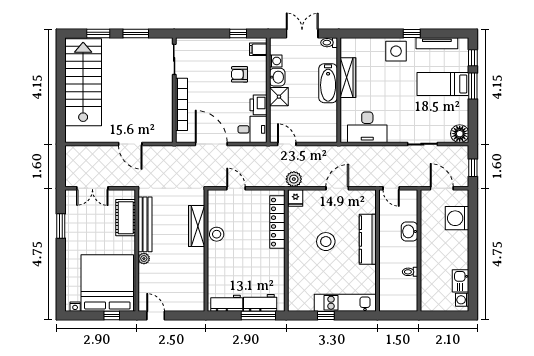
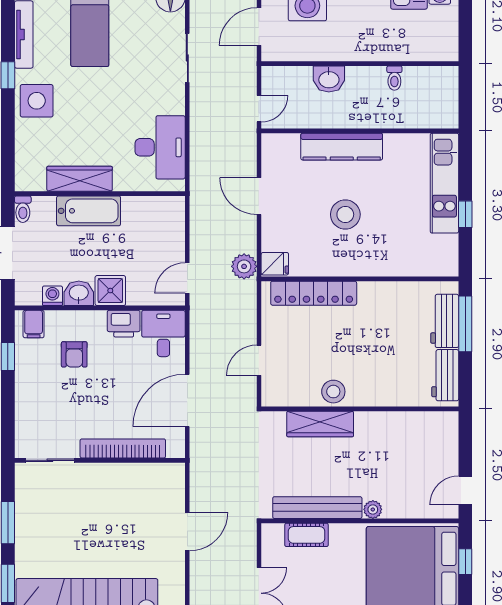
cot: (126, 218) -> (307, 535), width x0.73, depth x0.75

